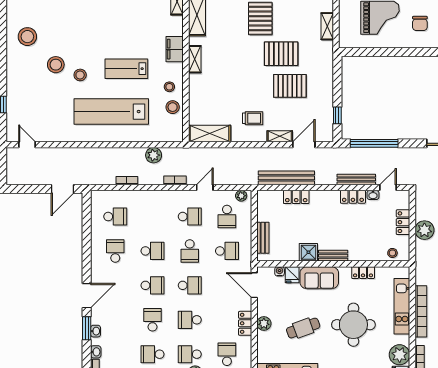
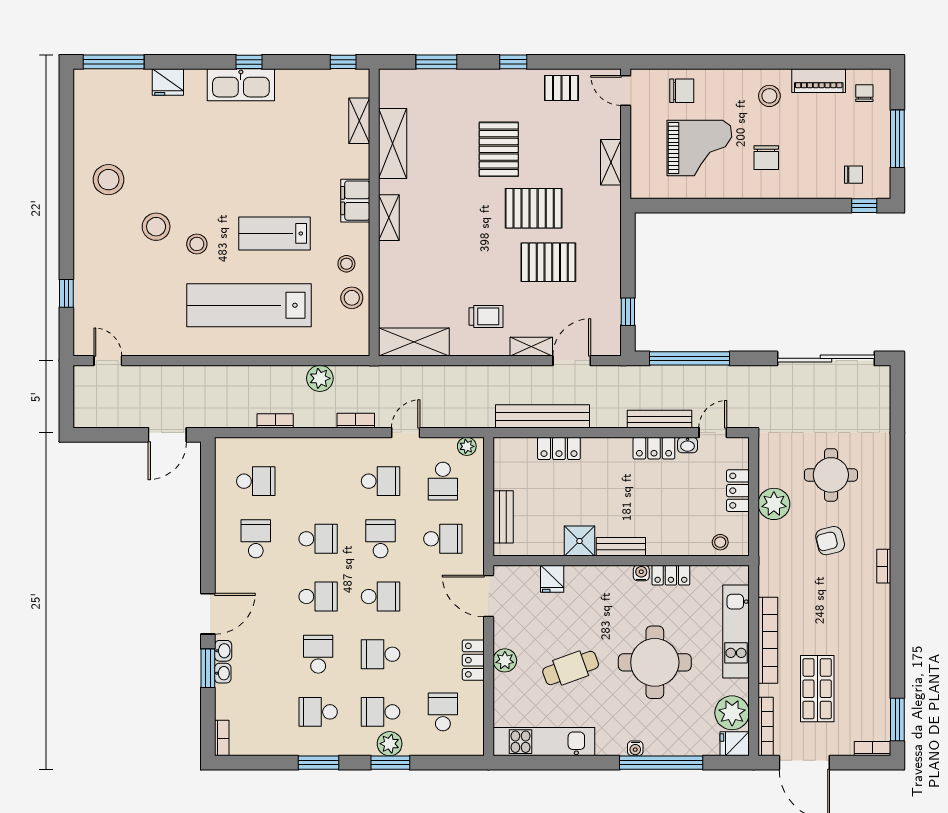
school desk: (190, 251) -> (381, 539), turned 180
water cooler: (280, 271) -> (641, 573), moved
sofa: (319, 278) -> (598, 584), removed
washbasin: (96, 352) -> (223, 651), moved

